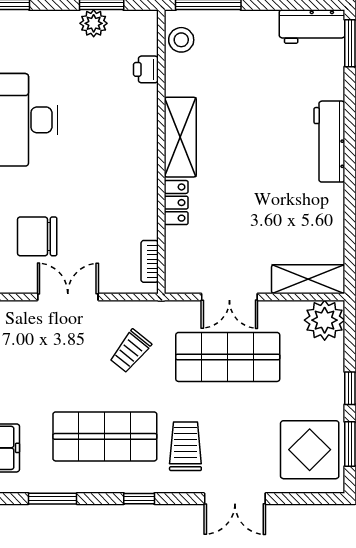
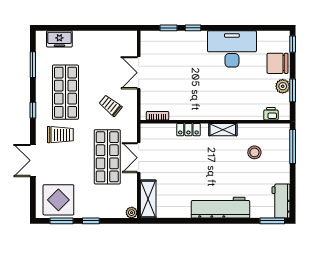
stool: (181, 40) -> (254, 152), moved
printer: (146, 69) -> (271, 114), moved
shelving: (180, 137) -> (223, 130), width x0.67, depth x0.75
workbench: (329, 142) -> (221, 208), width x1.36, depth x1.32
chair: (37, 236) -> (278, 63), moved, turned -90
double door: (68, 297) -> (139, 73), swing flipped
plant: (325, 320) -> (132, 213), width x0.53, depth x0.53

